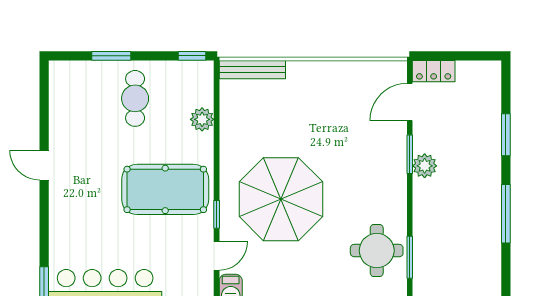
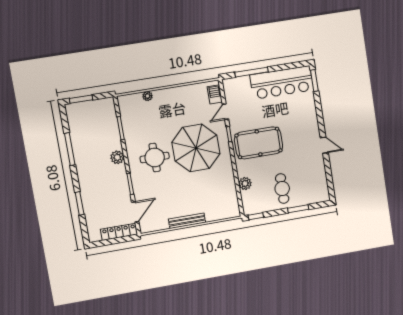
bench: (252, 70) -> (187, 221), moved
locker: (434, 71) -> (119, 232), width x1.53
plant: (425, 166) -> (117, 157), moved
window: (506, 214) -> (70, 149), moved
round table: (377, 251) -> (155, 157), moved

